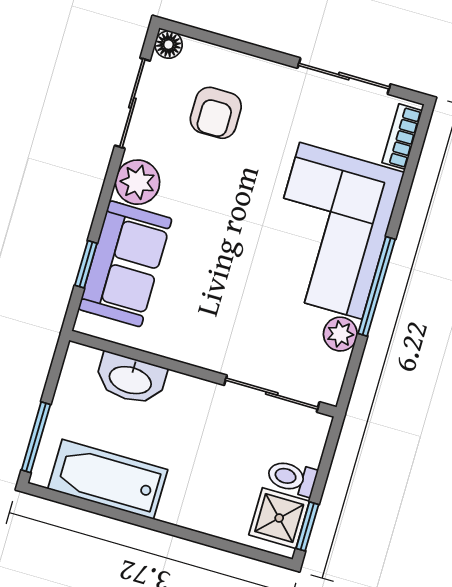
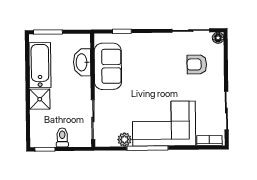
plant: (138, 182) -> (160, 42), removed
sofa: (125, 264) -> (108, 66), moved, turned -90
shower: (279, 518) -> (40, 99), moved

